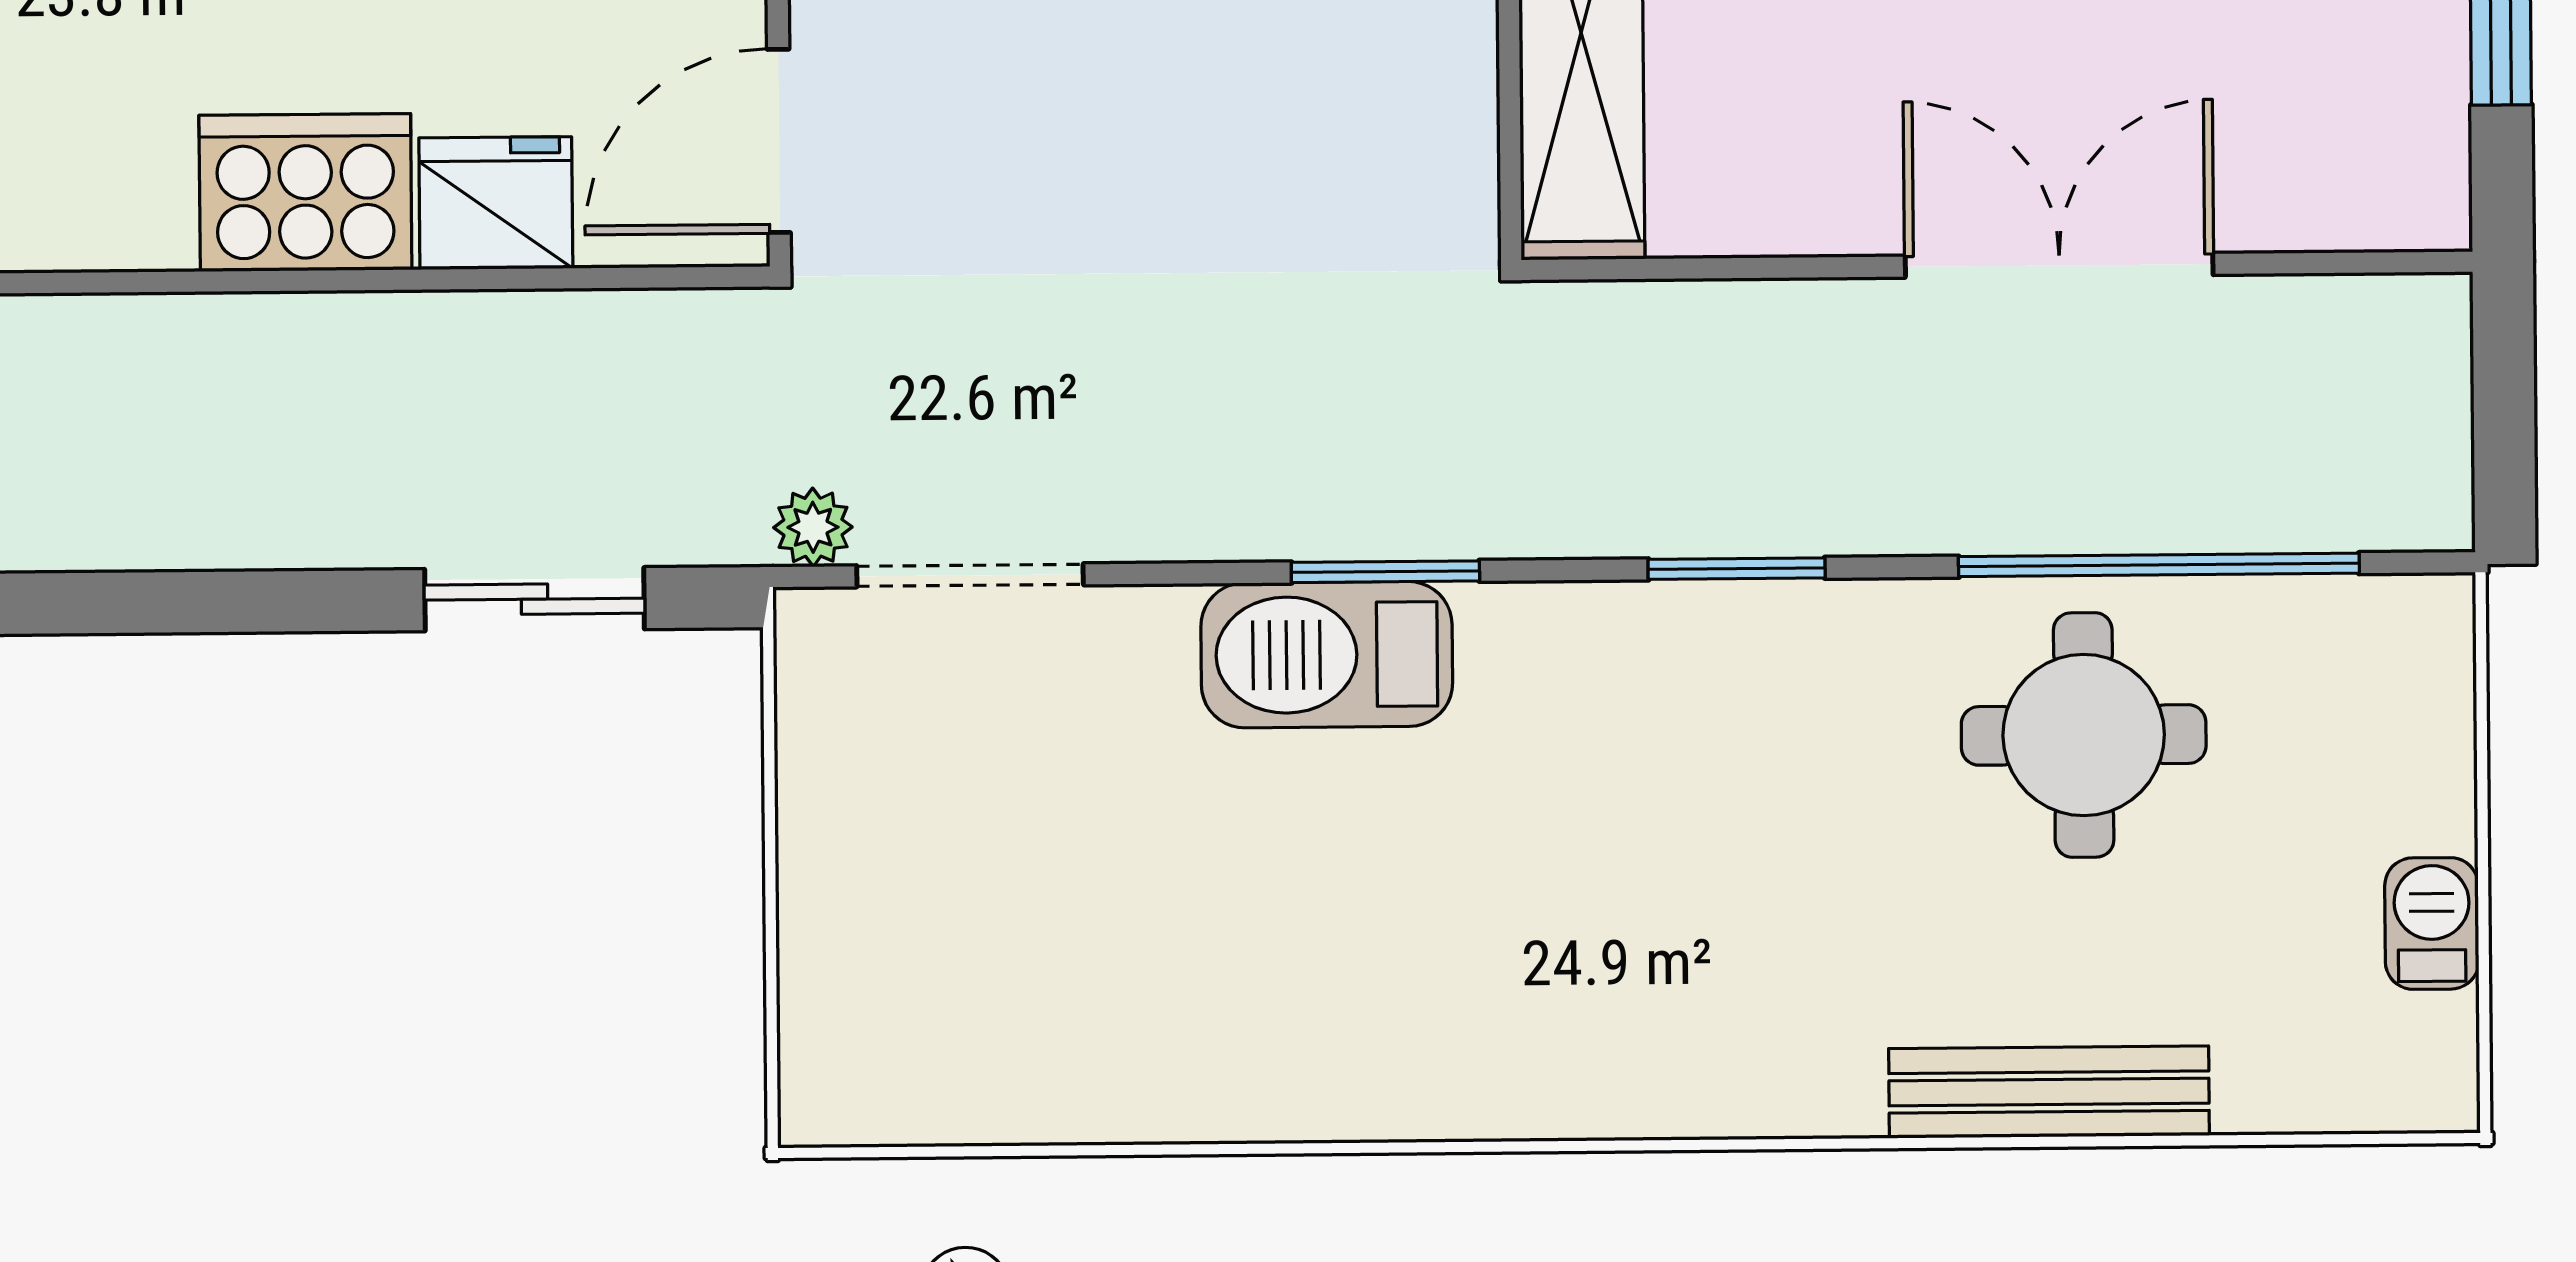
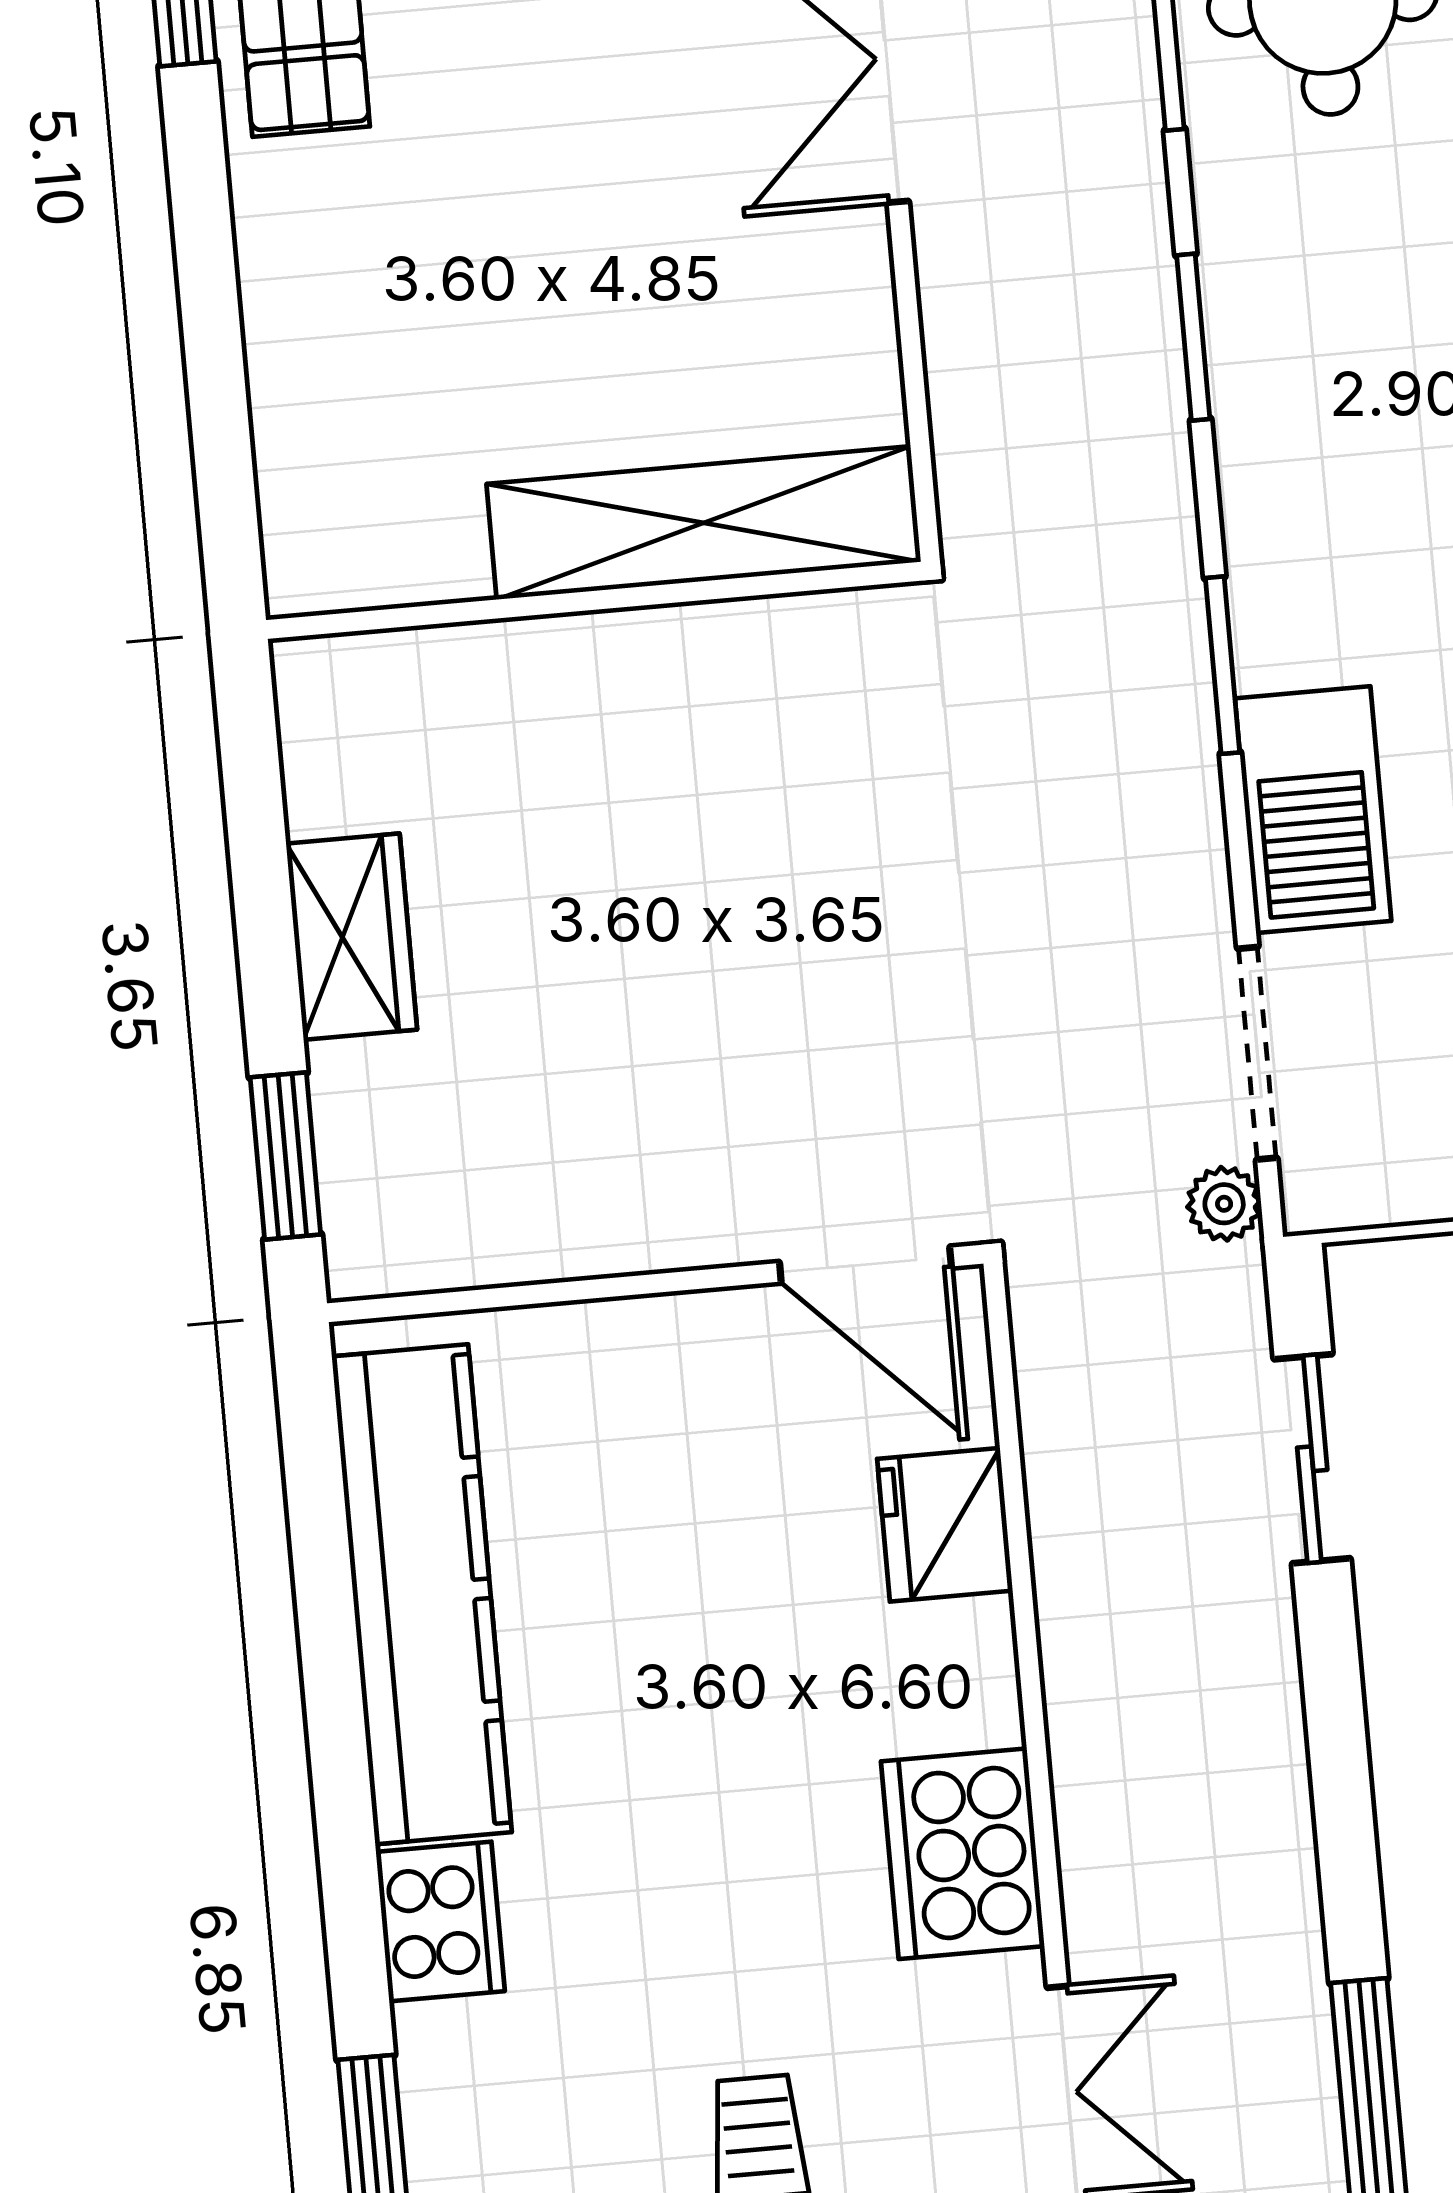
cooker: (305, 193) -> (963, 1854), moved
barbecue: (1327, 655) -> (1313, 810), moved

